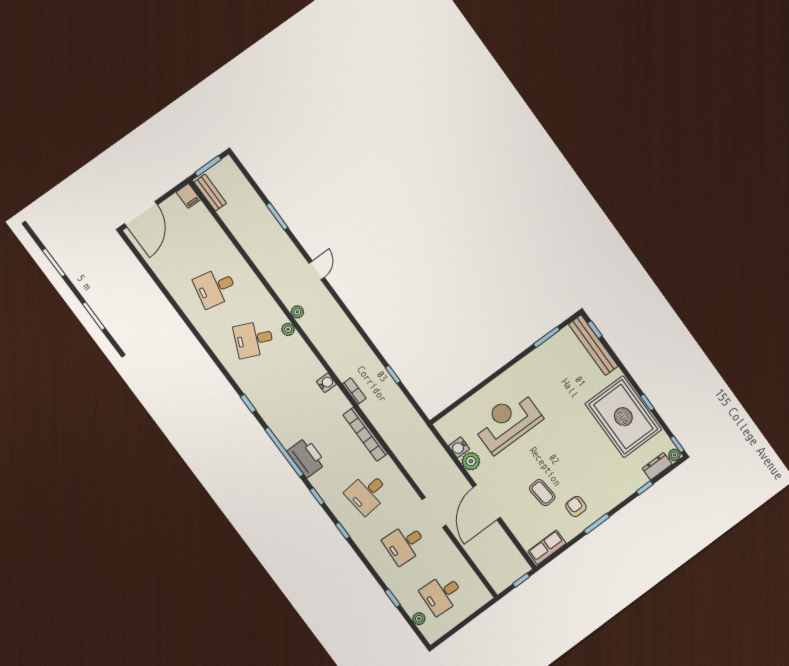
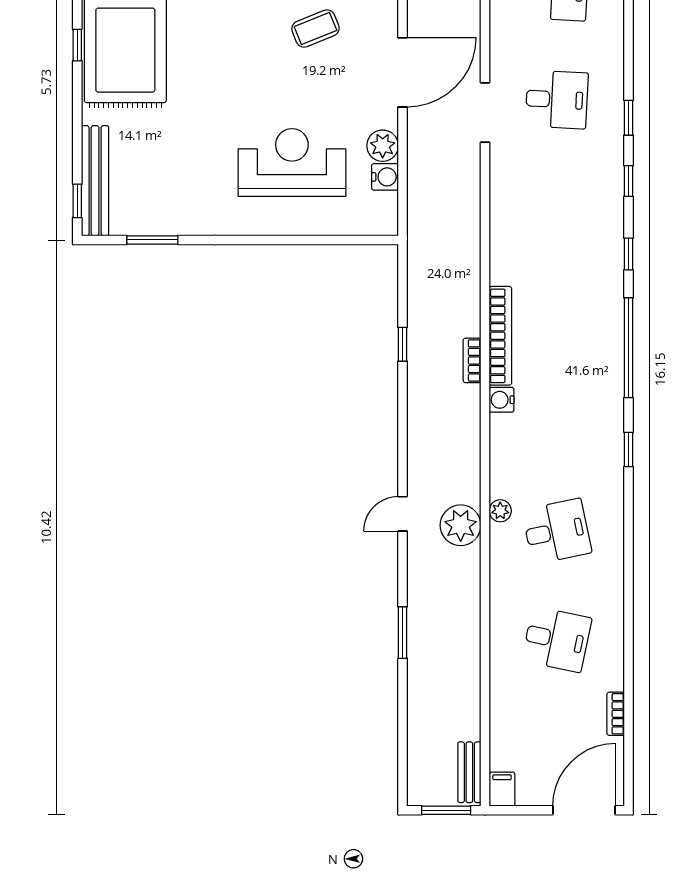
window: (277, 216) -> (402, 633), moved
door: (317, 270) -> (402, 514), moved
bookcase: (160, 272) -> (616, 714), added
plant: (297, 312) -> (461, 525), width x1.87, depth x1.87
desk: (254, 339) -> (557, 531), turned -36
reception desk: (508, 422) -> (292, 162), turned 180
bookcase: (365, 434) -> (500, 336), moved
printer: (307, 457) -> (603, 318), removed
desk: (367, 493) -> (557, 207), removed
coffee table: (542, 493) -> (315, 28), turned 73
window: (392, 598) -> (628, 118), moved

